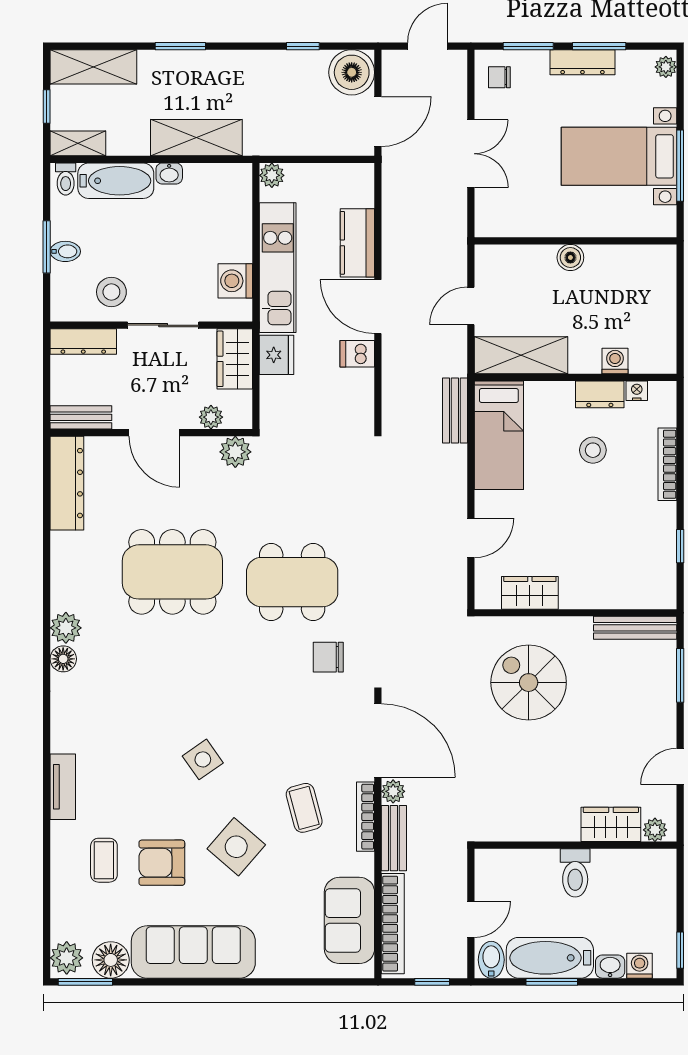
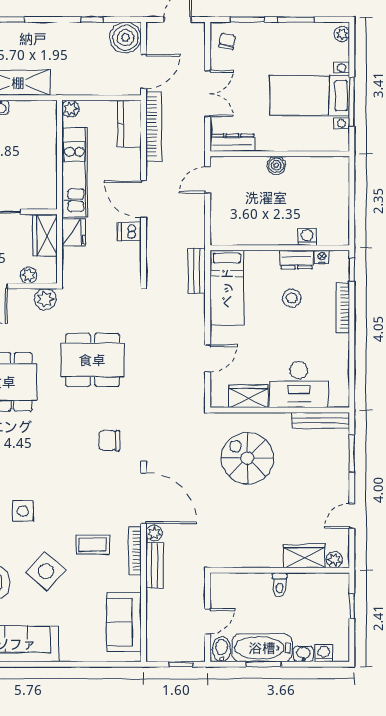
dresser: (582, 62) -> (232, 143), moved, turned 180
chair: (499, 77) -> (227, 41), turned 102
kitchen counter: (357, 243) -> (129, 124), moved
washing machine: (235, 281) -> (45, 181), removed
door: (471, 306) -> (208, 180), moved
shelving: (521, 355) -> (242, 233), removed
window: (680, 546) -> (352, 269), moved
desk: (603, 576) -> (299, 385), added
dining table: (292, 582) -> (92, 360), moved
side table: (203, 759) -> (23, 511), turned 35
coffee table: (304, 808) -> (93, 544), turned -75
toilet: (575, 873) -> (279, 585), width x0.73, depth x0.72
bookcase: (393, 924) -> (154, 126), moved
window: (680, 950) -> (352, 606), moved

